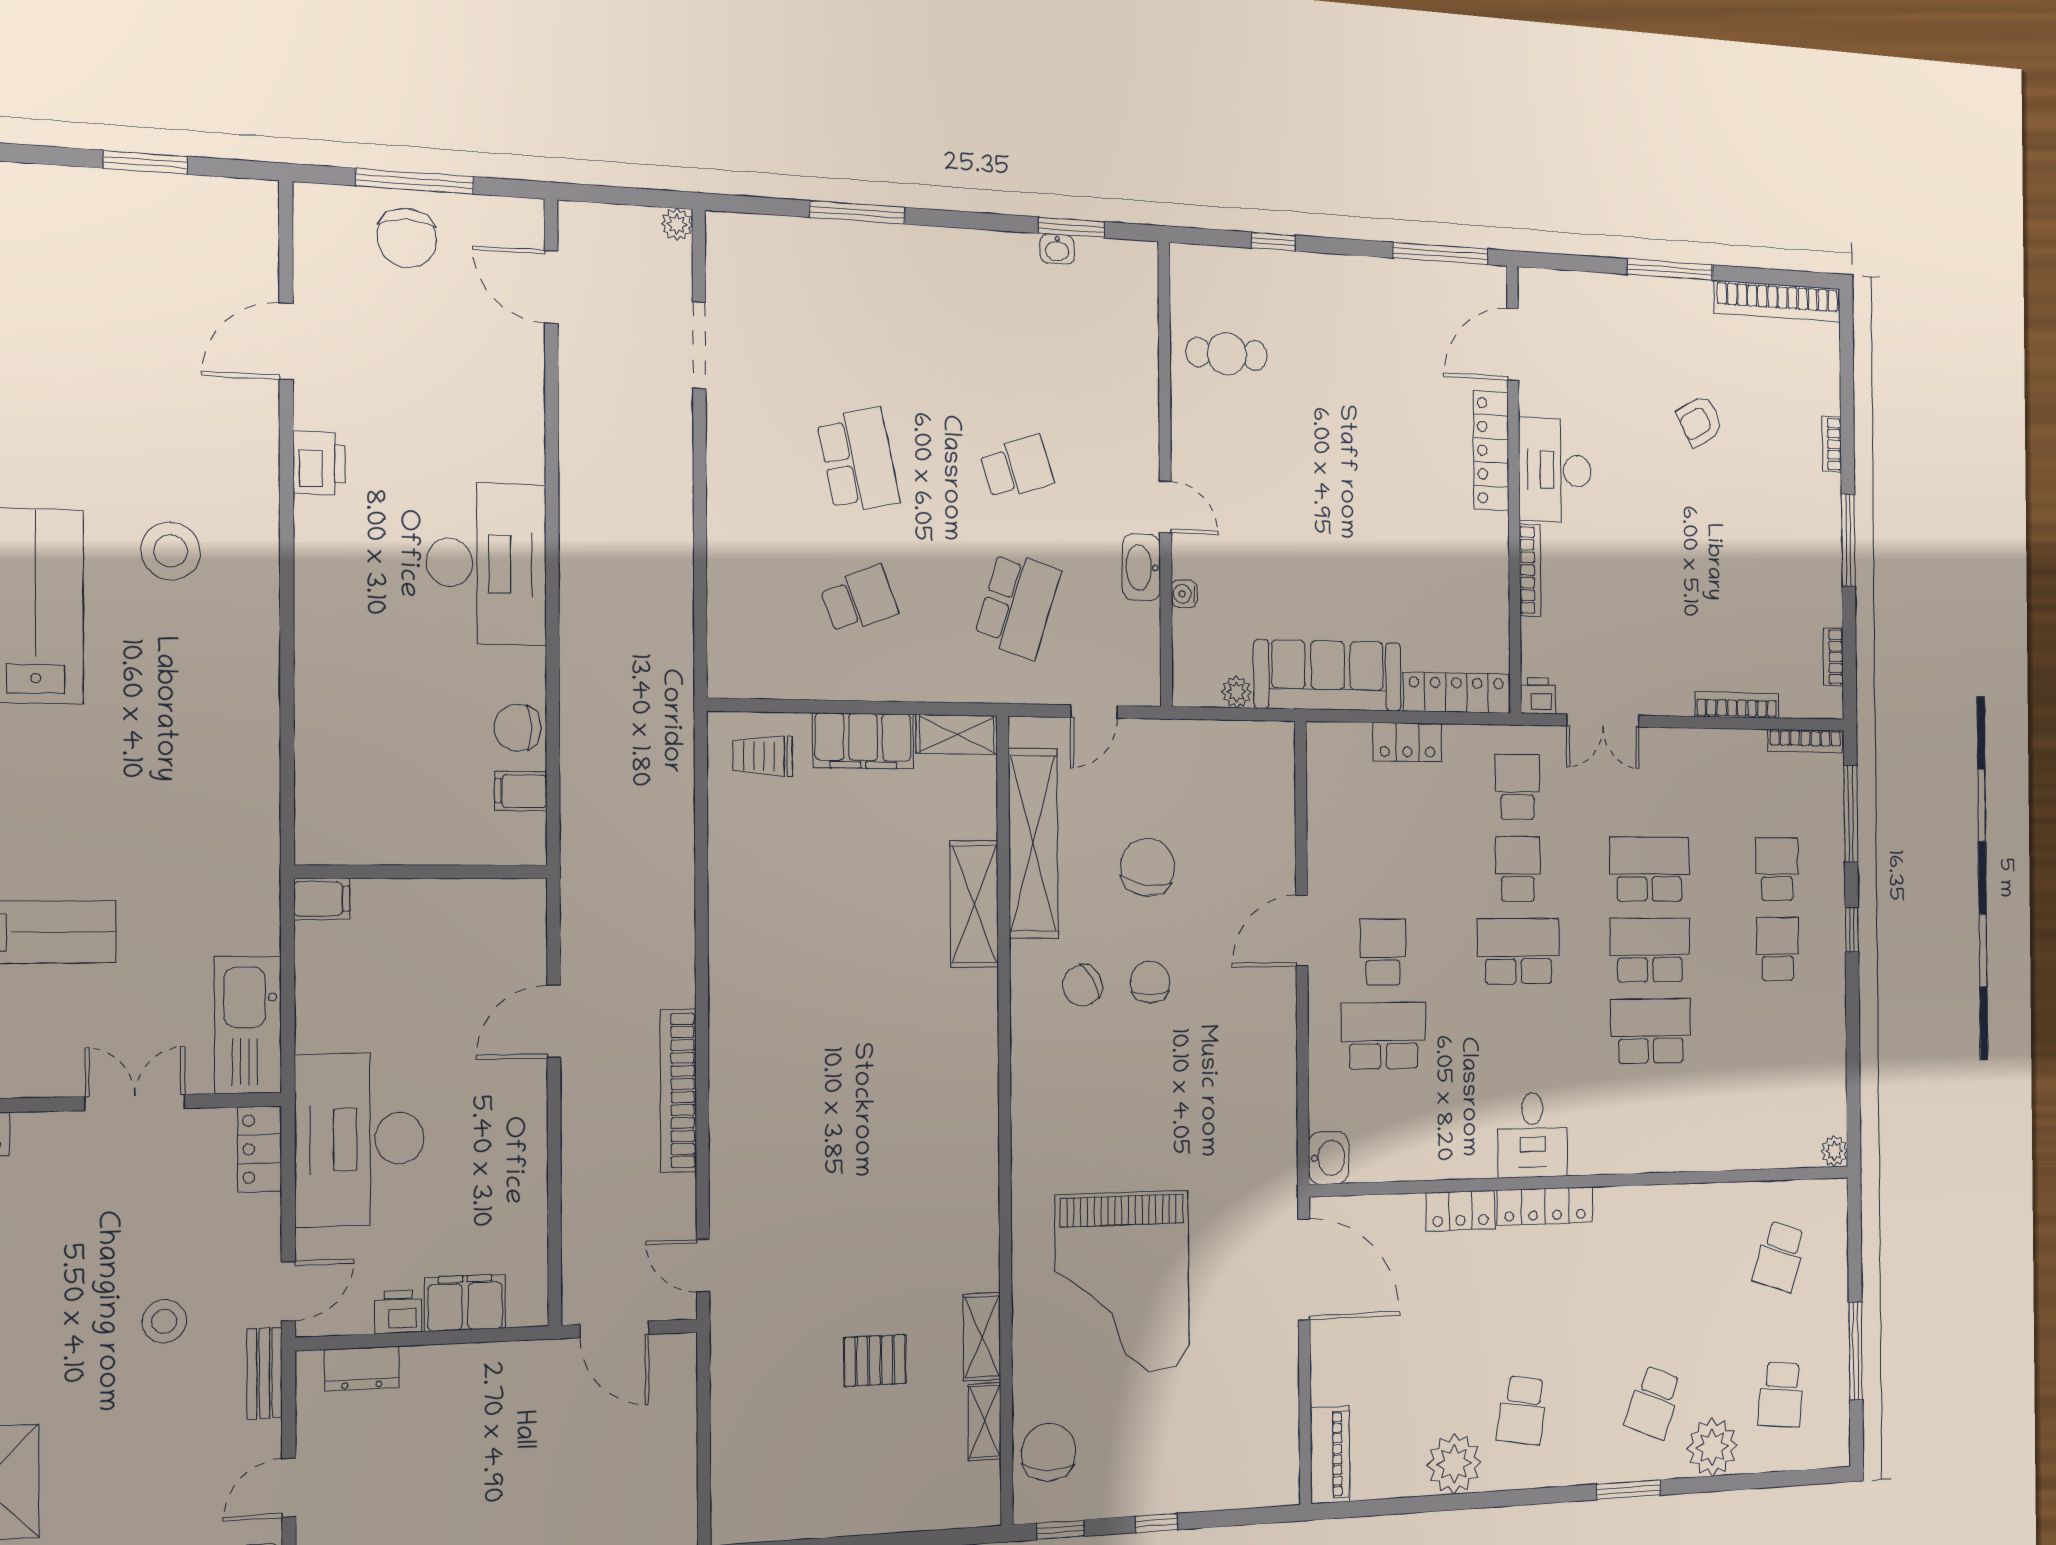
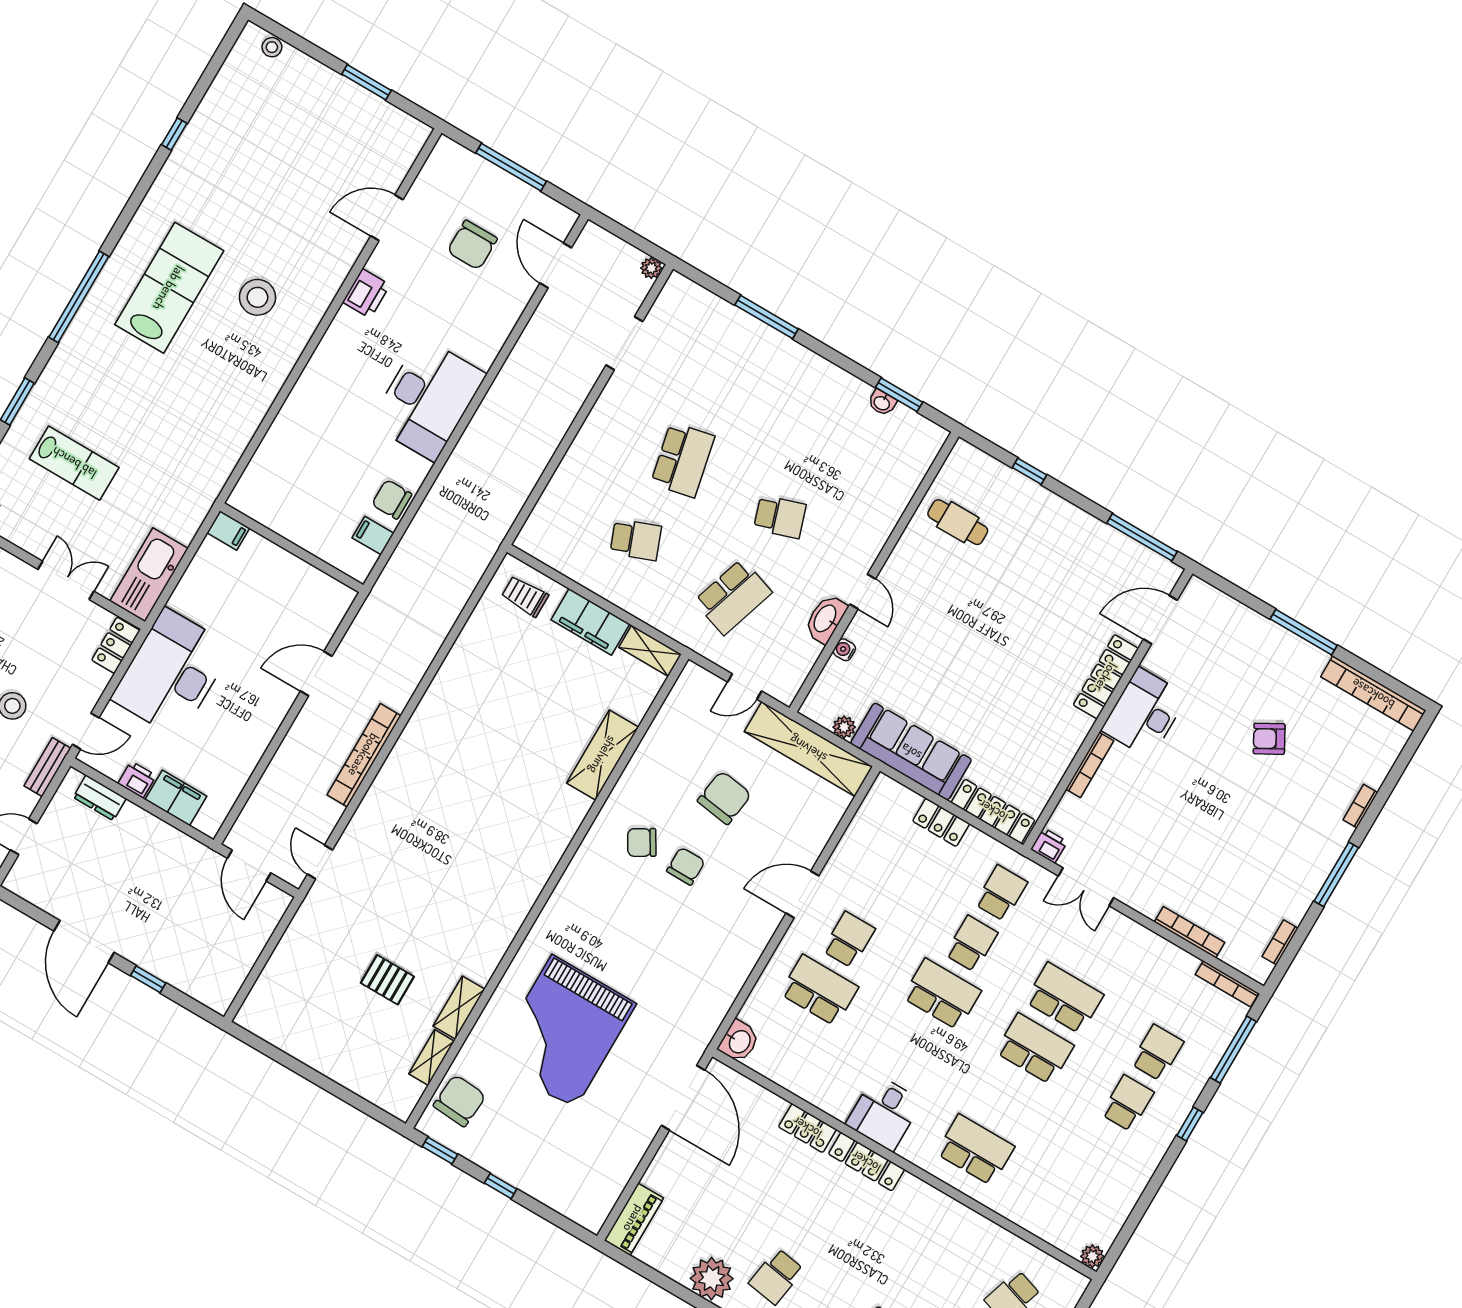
chair: (407, 238) -> (472, 245), moved
shelving: (1033, 843) -> (808, 749), moved, turned 90
school desk: (1651, 1031) -> (975, 1150), moved

